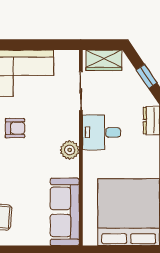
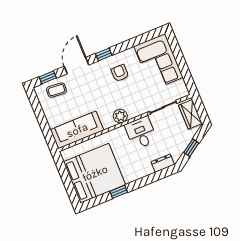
armchair: (15, 128) -> (120, 73), turned 180

